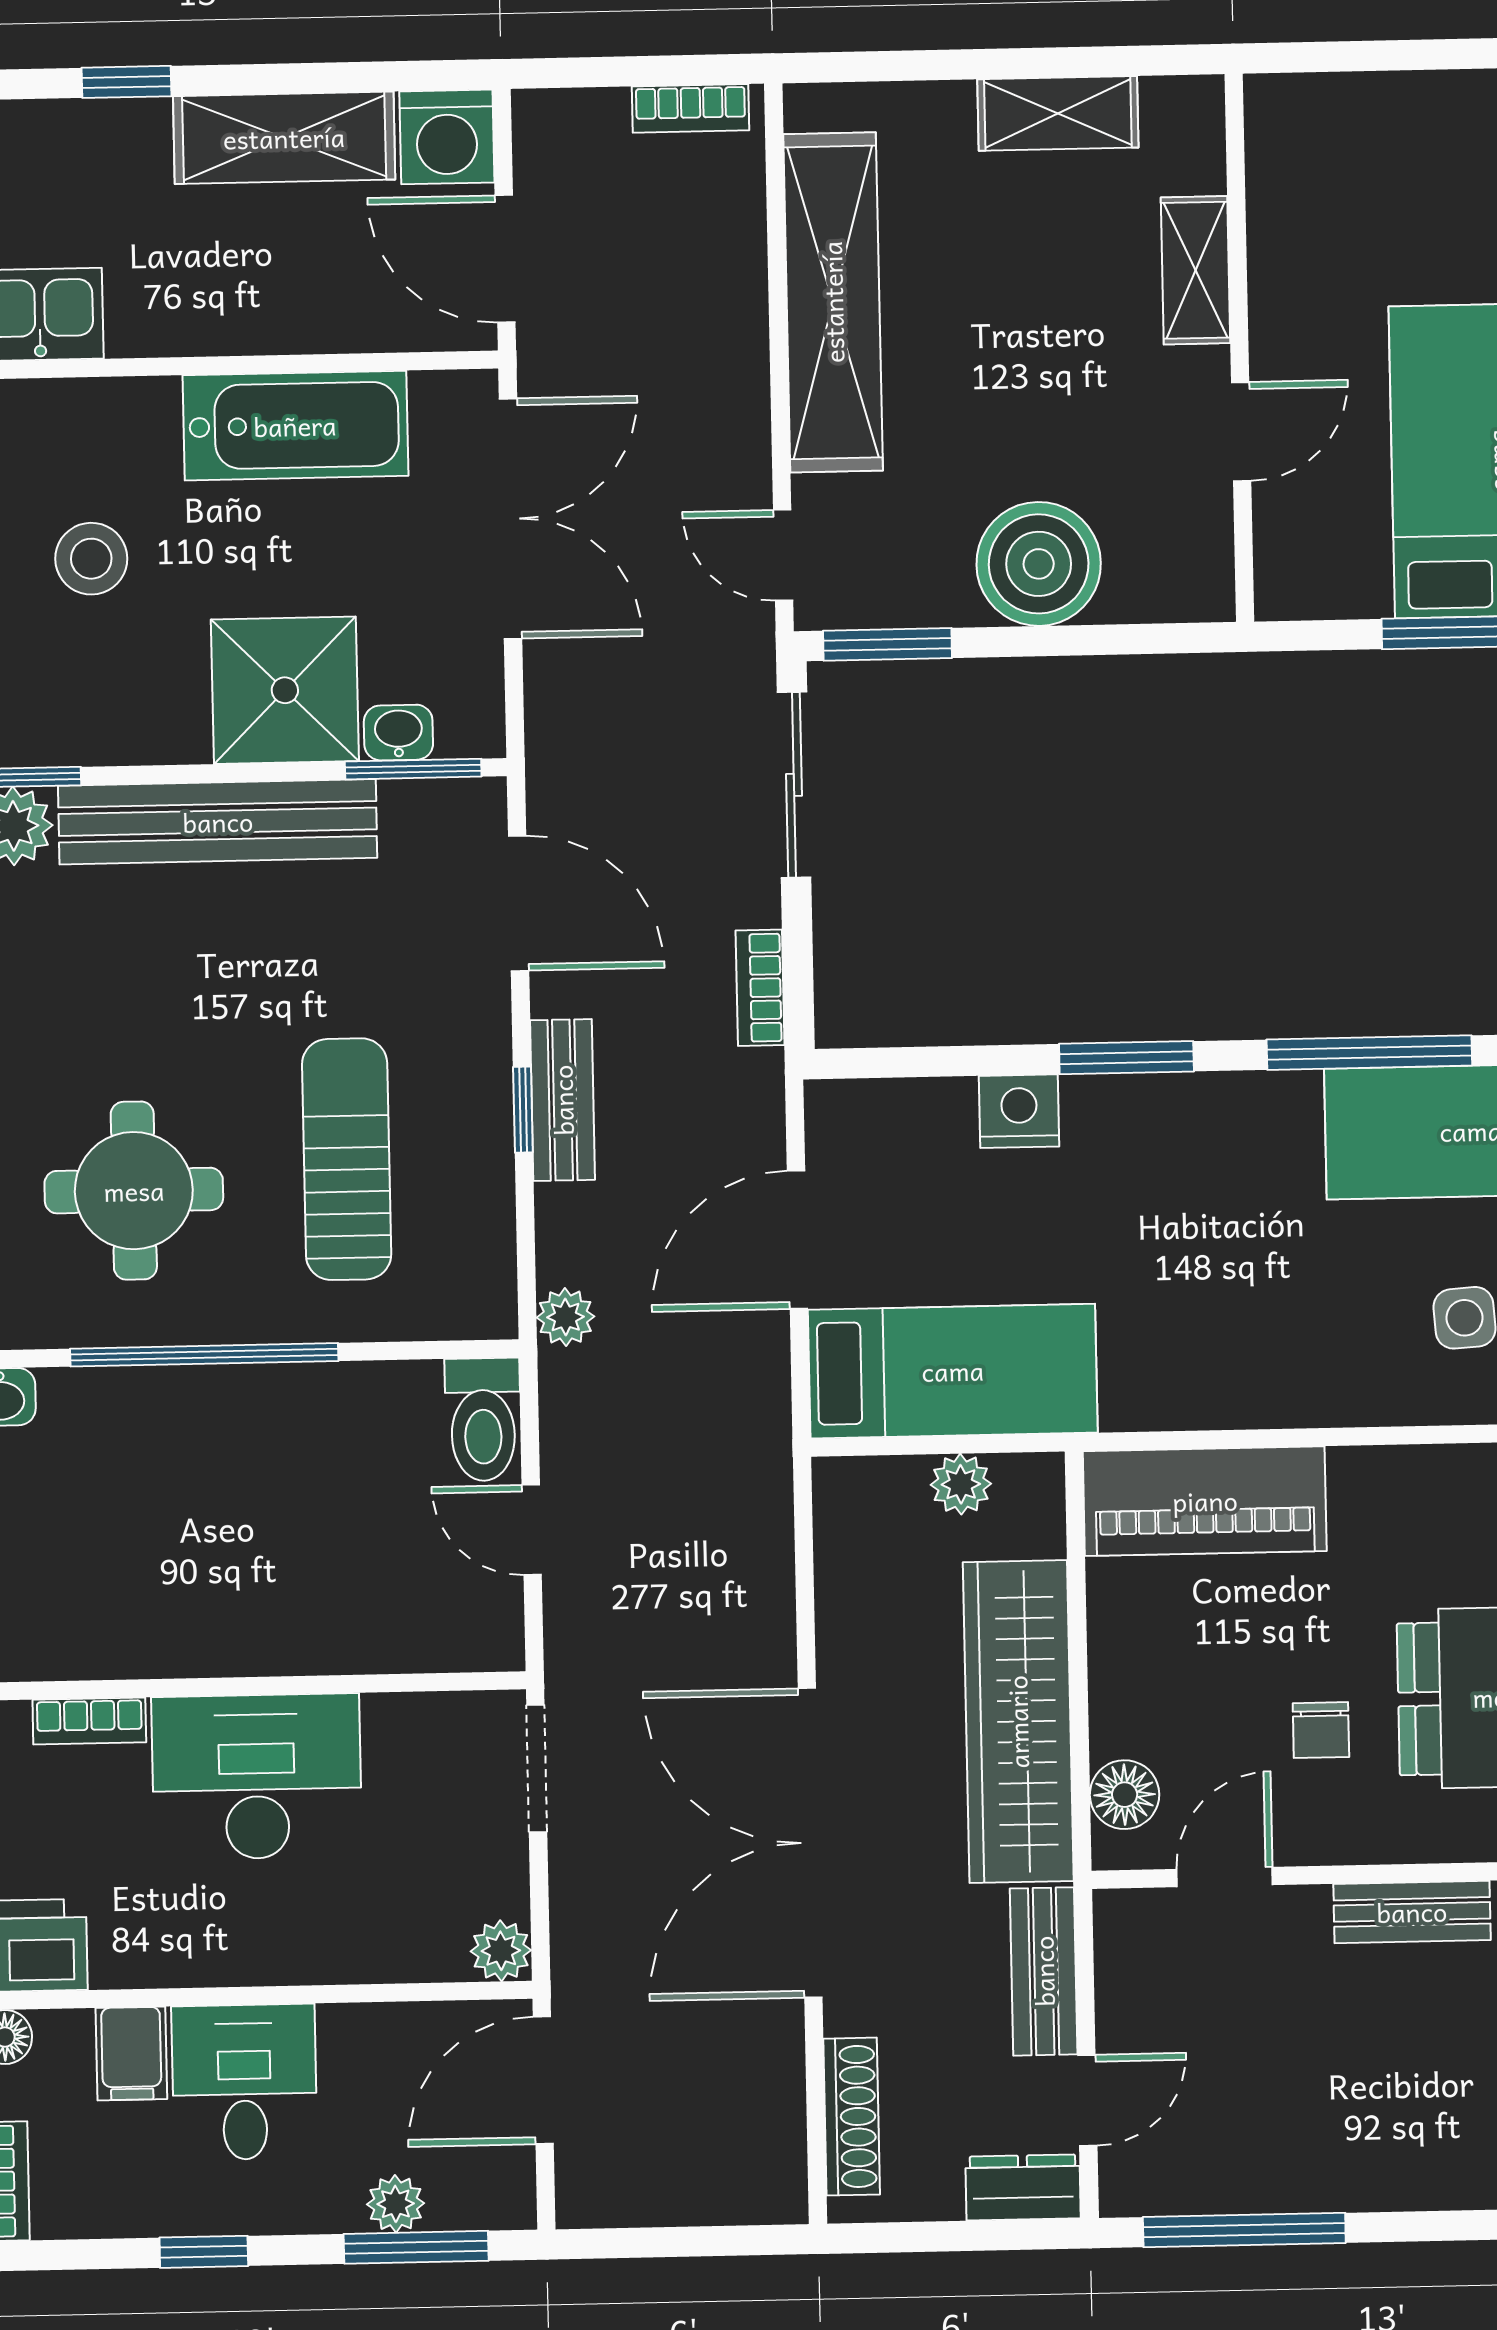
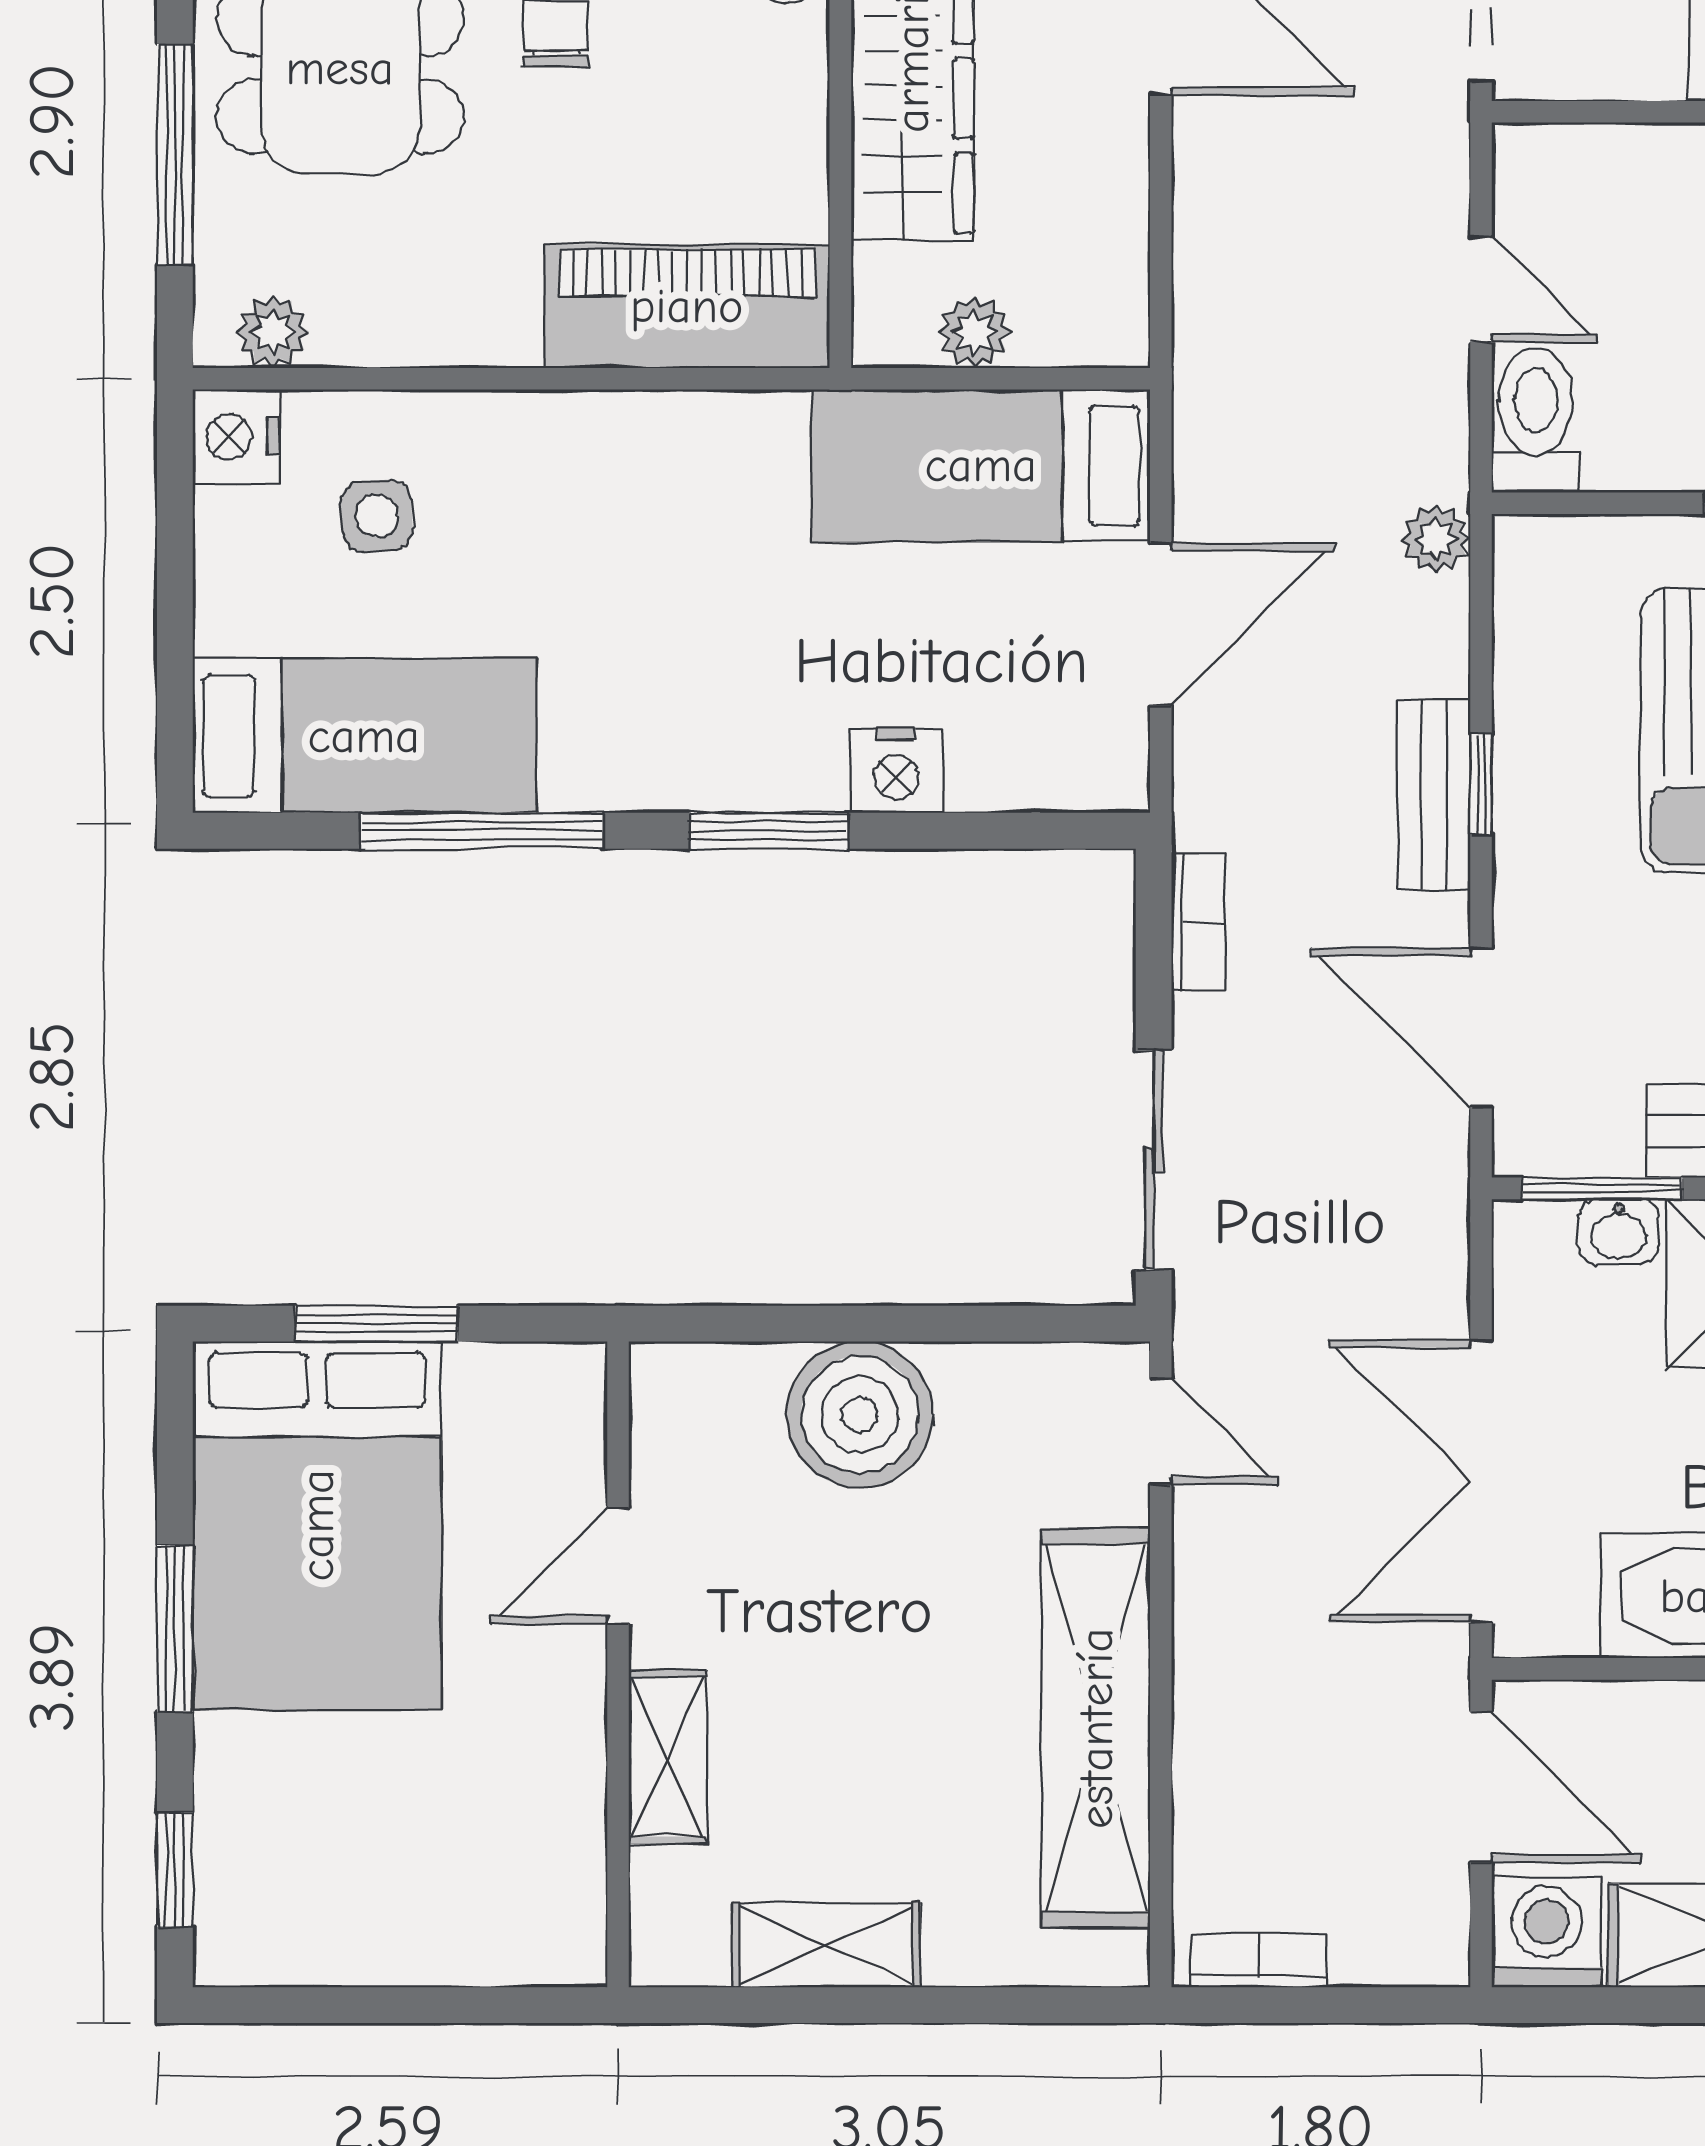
window: (887, 644) -> (1040, 1324), removed

